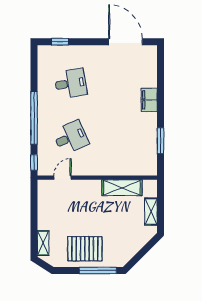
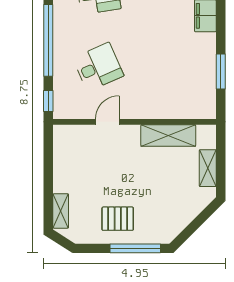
door: (63, 178) -> (107, 122), moved
pallet: (85, 249) -> (118, 219), width x0.67, depth x0.71

